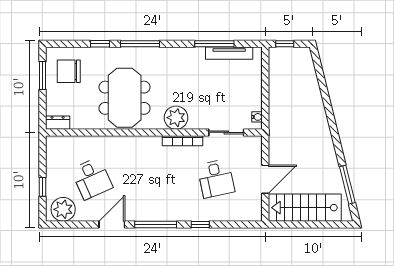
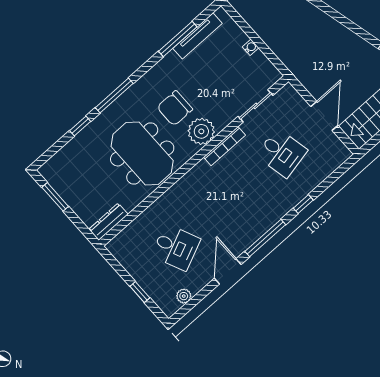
chair: (69, 71) -> (175, 108), moved
water cooler: (257, 117) -> (251, 47), moved
dresser: (58, 123) -> (108, 222), width x1.44
plant: (63, 209) -> (184, 296), width x0.53, depth x0.53

